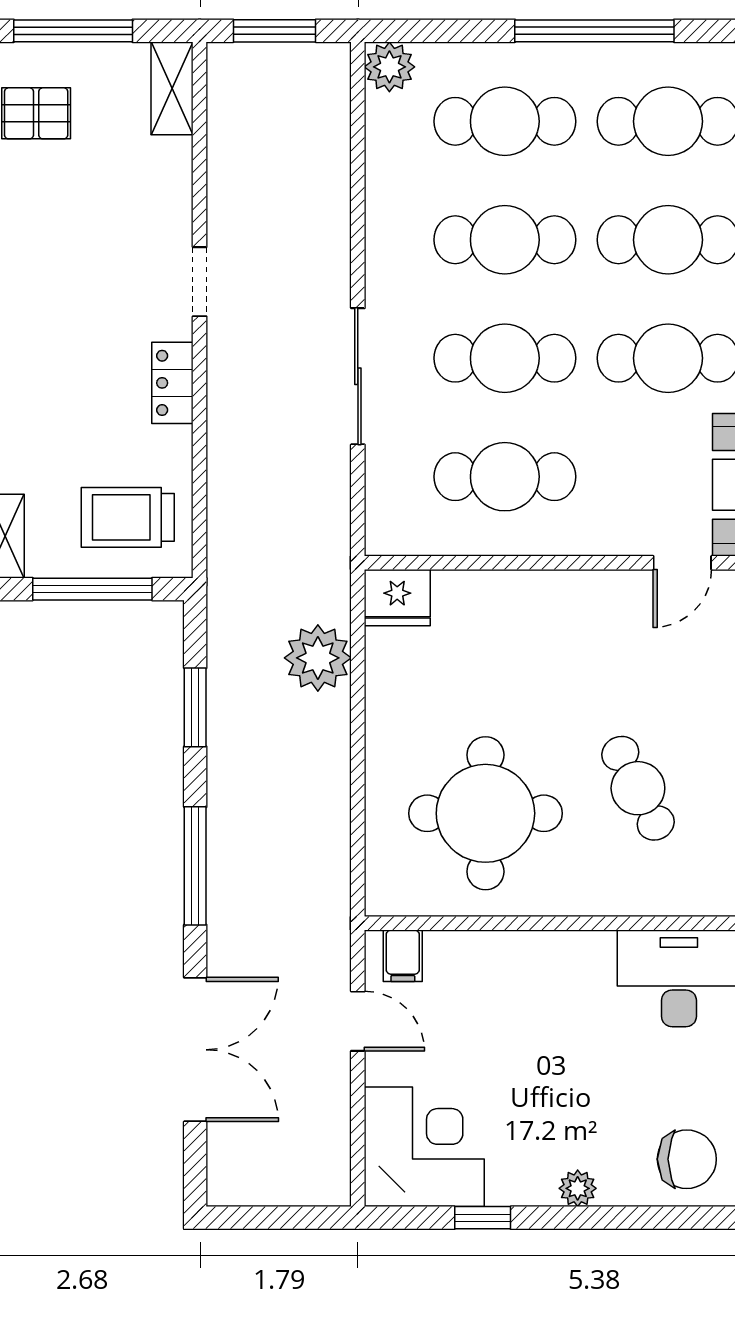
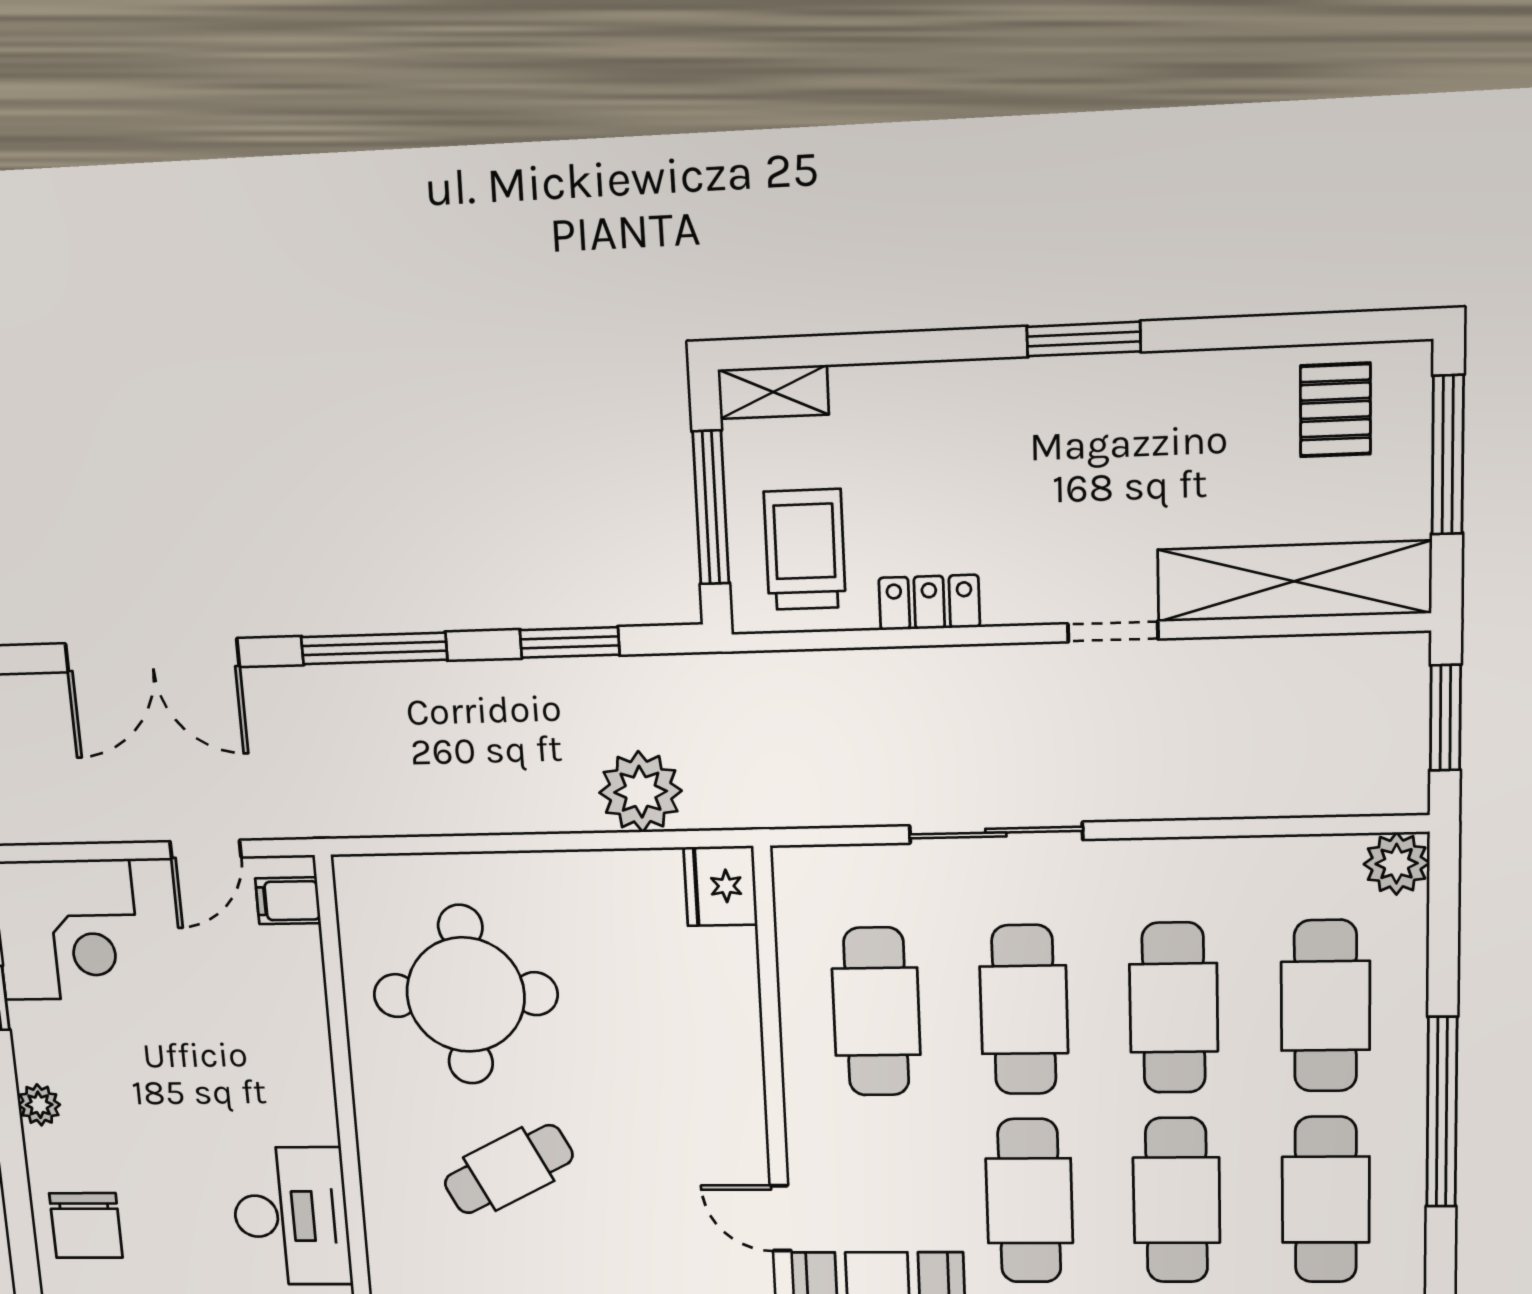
shelving: (172, 88) -> (1294, 581), width x2.20, depth x1.33
locker: (172, 383) -> (929, 602), moved

